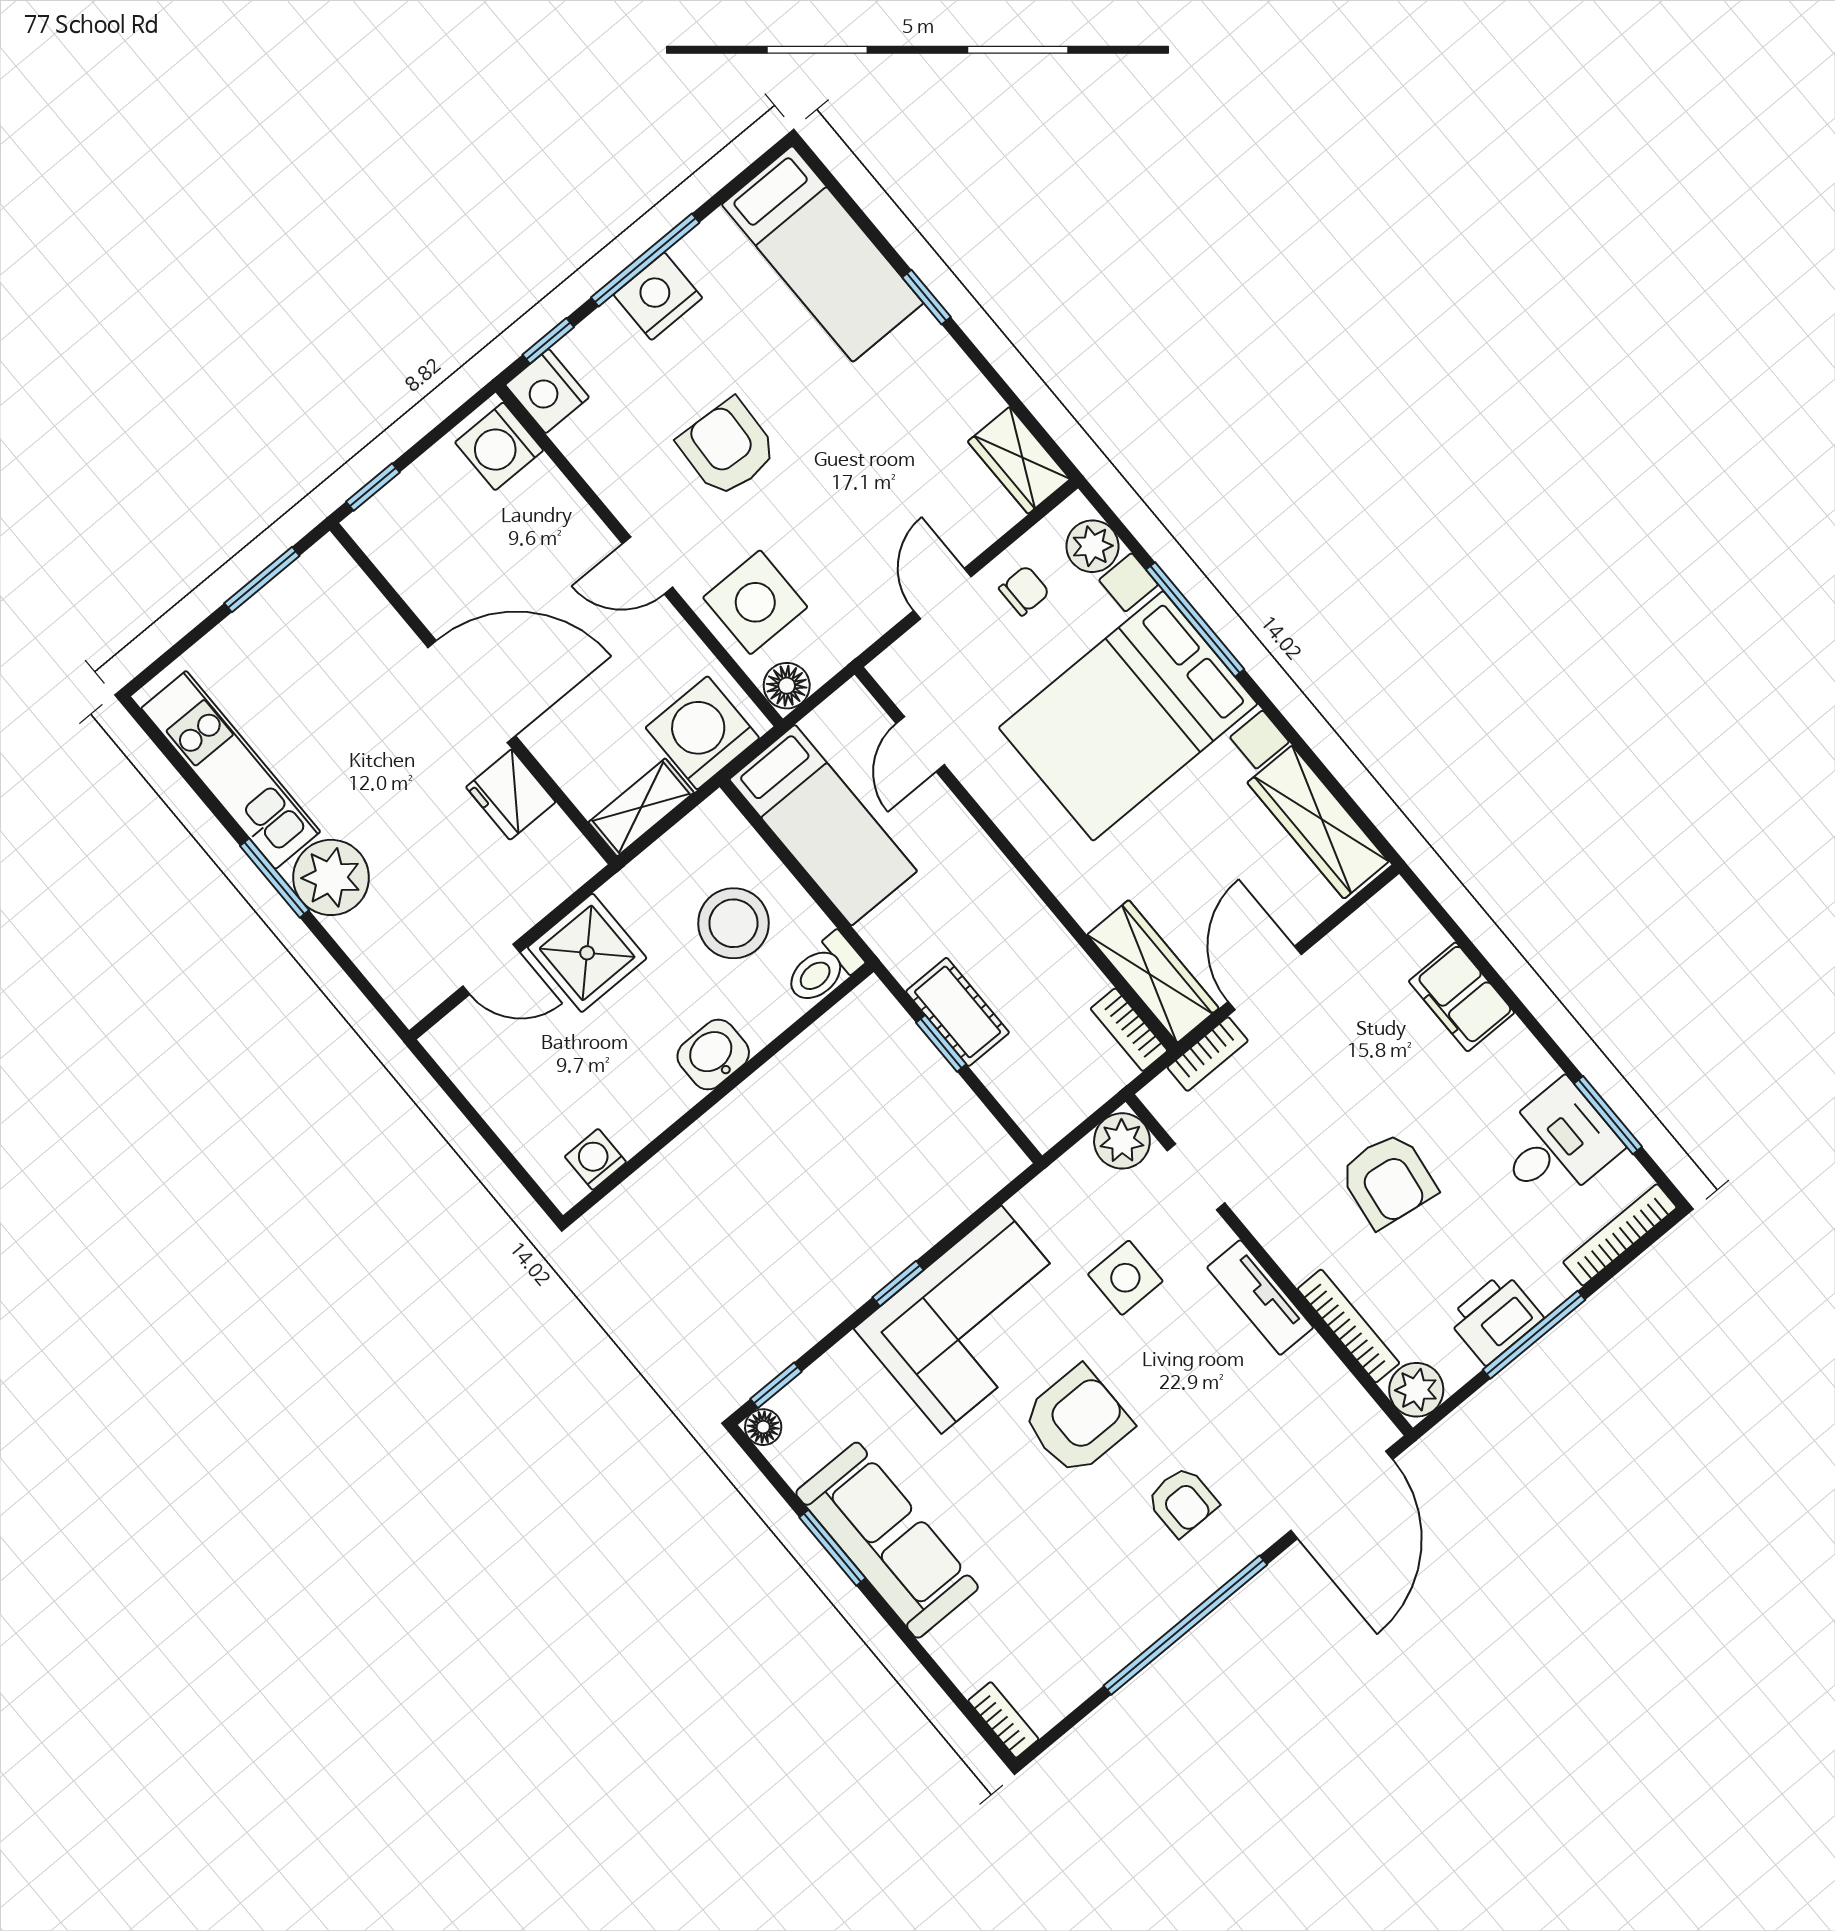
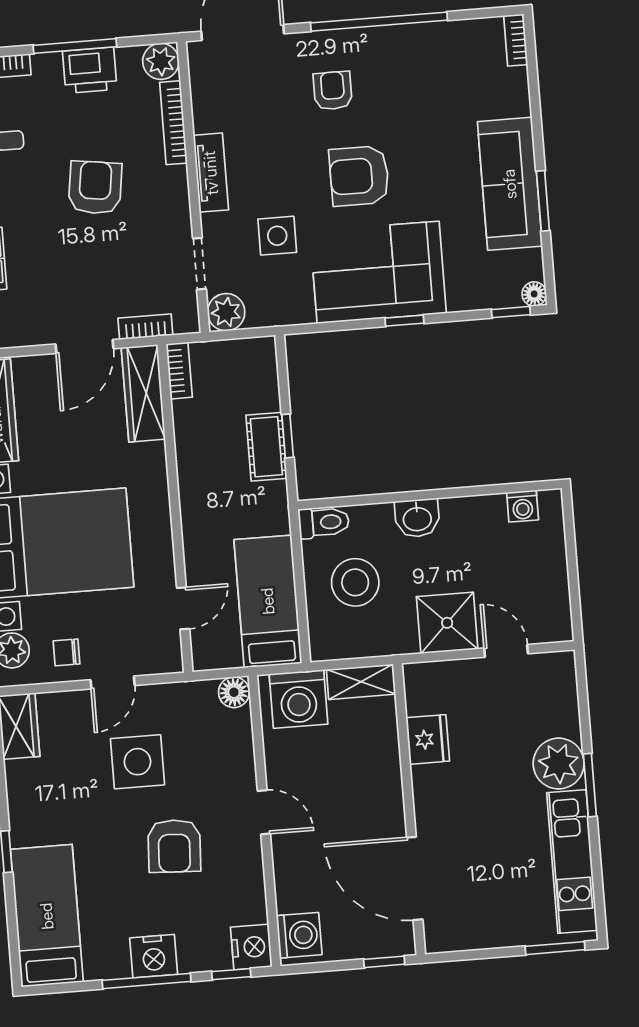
window: (262, 579) -> (555, 948), moved
side table: (755, 602) -> (138, 762), moved
door: (472, 692) -> (415, 878), moved

